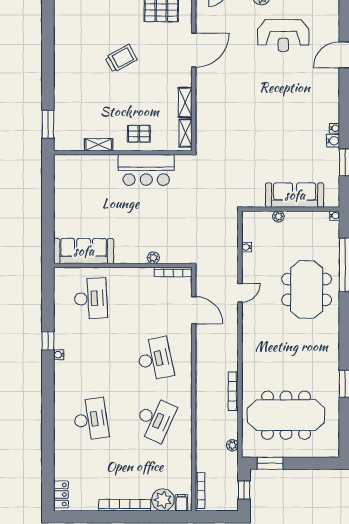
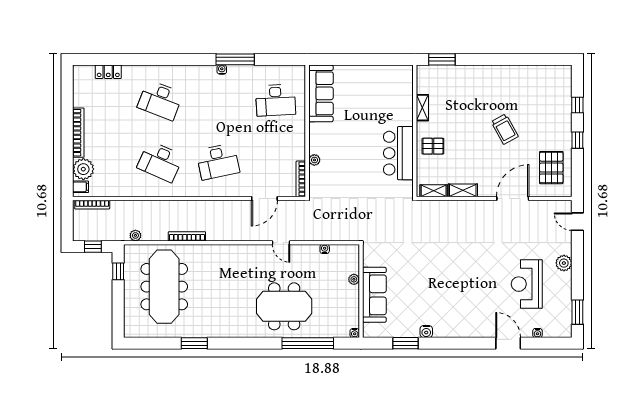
door: (194, 50) -> (513, 199), swing flipped
water cooler: (335, 128) -> (537, 333), moved
pallet: (139, 134) -> (433, 146), turned 90
window: (48, 341) -> (235, 59), width x2.17
desk: (91, 419) -> (160, 100), turned 30
window: (270, 463) -> (118, 271), width x0.67
locker: (61, 494) -> (108, 72), moved

